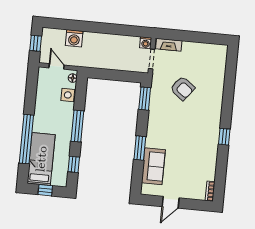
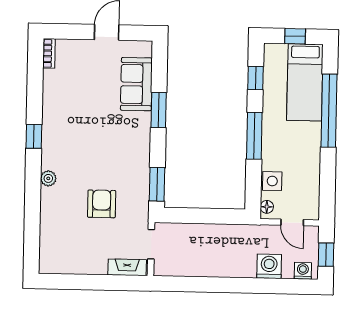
washing machine: (146, 43) -> (303, 271), moved
armchair: (183, 88) -> (102, 204), turned 52
plant: (217, 108) -> (48, 178), added

